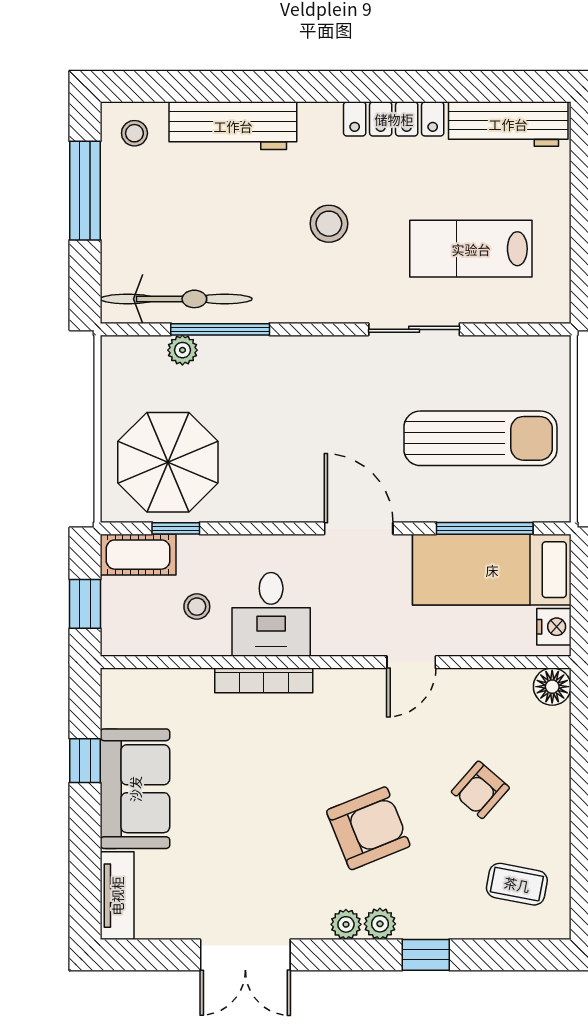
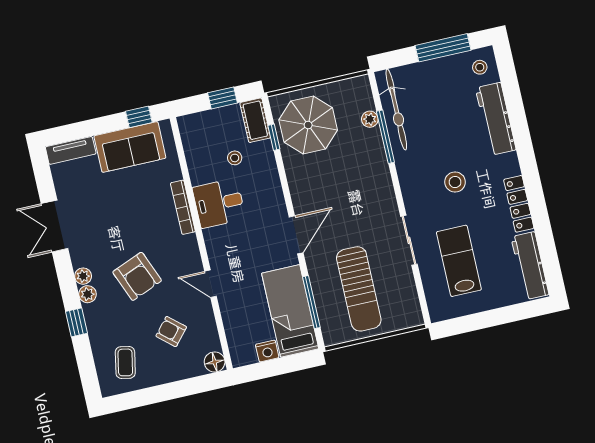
desk: (271, 614) -> (219, 203), moved
wall: (336, 662) -> (201, 243), moved
door: (411, 662) -> (211, 284), moved
bookcase: (264, 680) -> (183, 207), moved
floor lamp: (552, 687) -> (215, 362), moved

